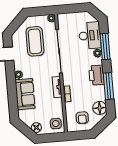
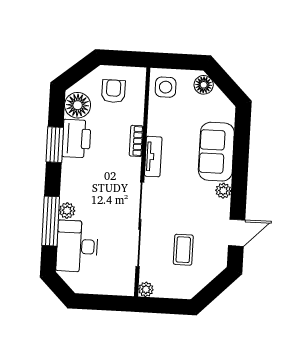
coffee table: (35, 41) -> (183, 250), width x0.54, depth x0.58
printer: (96, 75) -> (76, 139), moved
window: (109, 86) -> (55, 145), width x0.69

